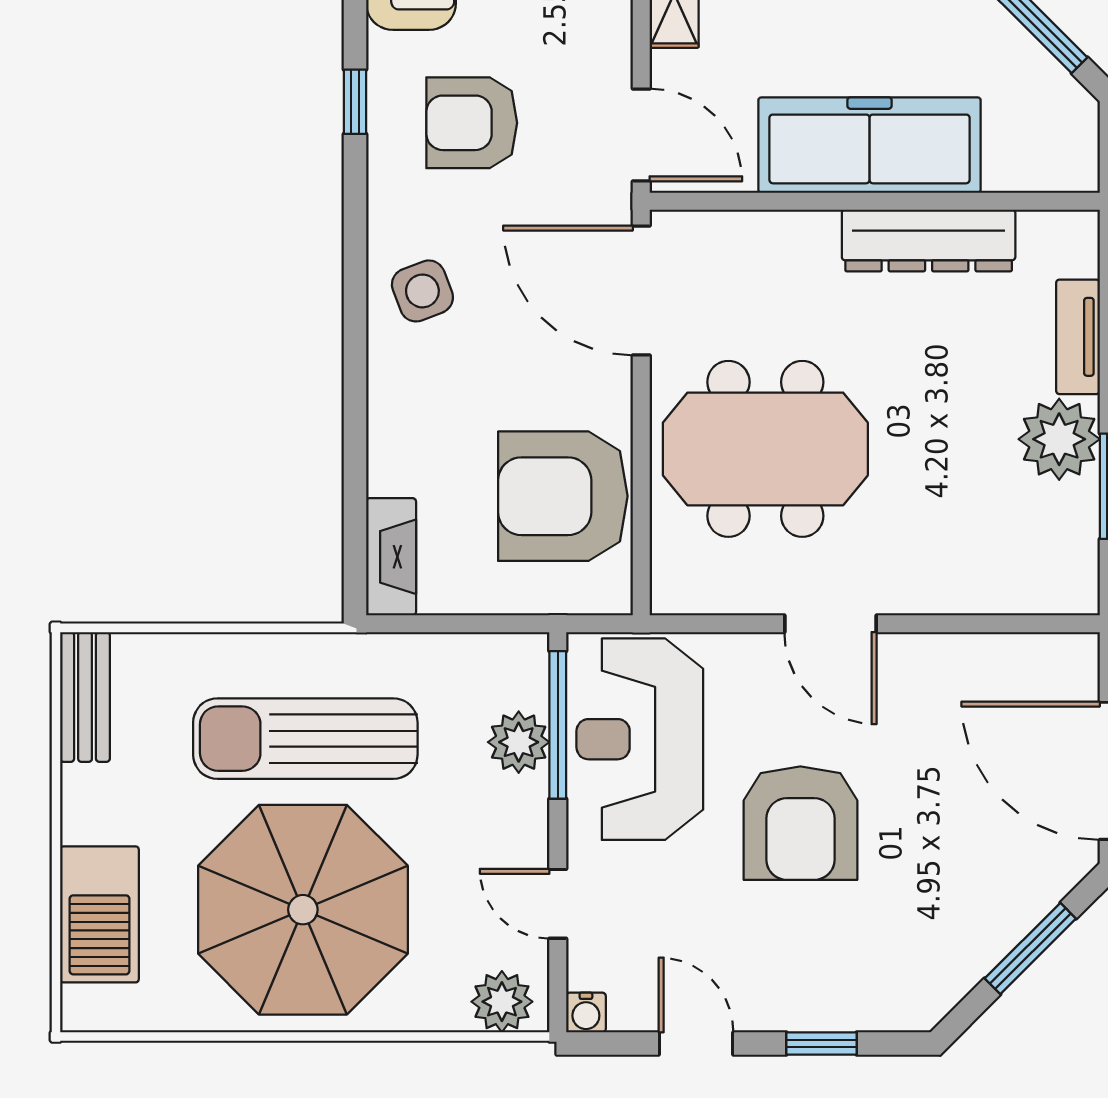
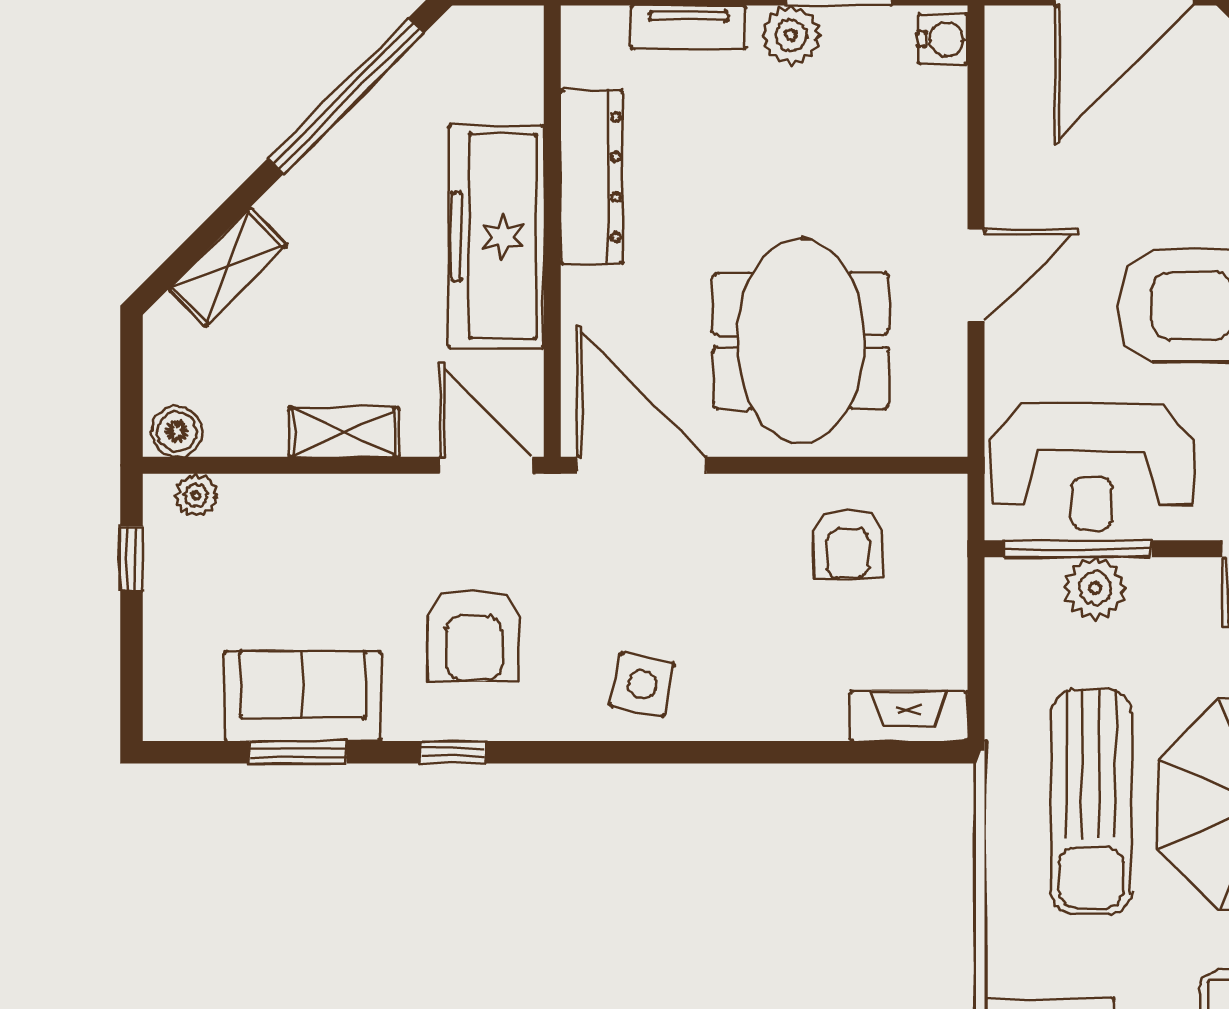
door: (641, 135) -> (486, 465), hinge flipped
door: (641, 290) -> (642, 465), swing flipped
side table: (422, 291) -> (642, 685), turned 33
plant: (1059, 439) -> (791, 35), width x0.73, depth x0.73
armchair: (563, 496) -> (848, 544), width x0.53, depth x0.53
water cooler: (1066, 591) -> (943, 39), added

